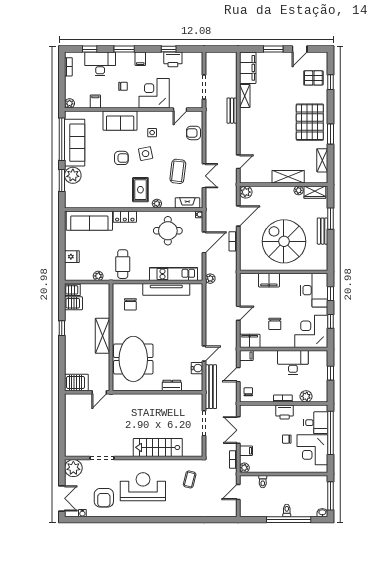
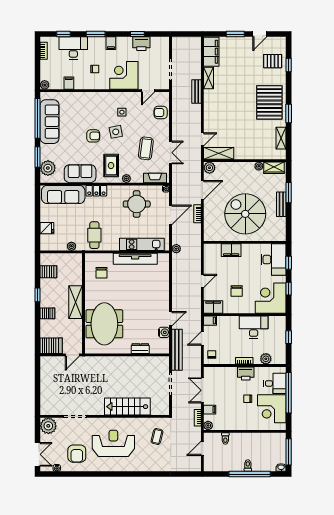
sofa: (120, 121) -> (80, 174), moved, turned 180
plant: (73, 175) -> (48, 168), moved
shelving: (288, 177) -> (219, 153), moved
server rack: (72, 290) -> (47, 313), moved

